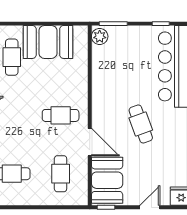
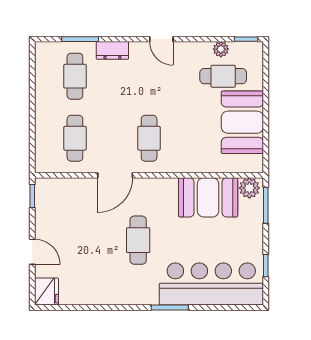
cafe table: (141, 124) -> (138, 240), turned -70
cafe table: (61, 174) -> (75, 138), turned 90
booth: (107, 180) -> (208, 197), moved

